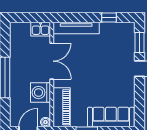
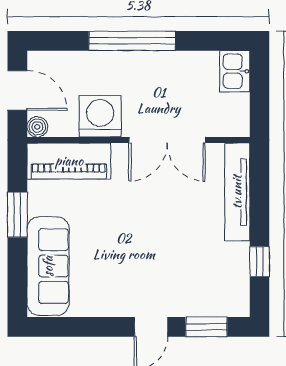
kitchen sink: (41, 29) -> (235, 71), moved

